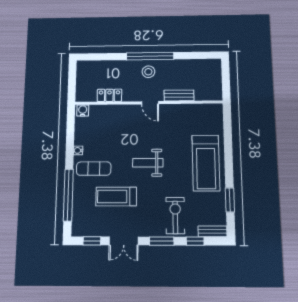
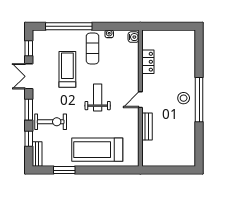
locker: (109, 95) -> (148, 62), moved
bench: (179, 95) -> (147, 126), moved
wall: (148, 103) -> (140, 98), moved
door: (150, 103) -> (140, 100), moved
water cooler: (83, 110) -> (133, 37), moved

